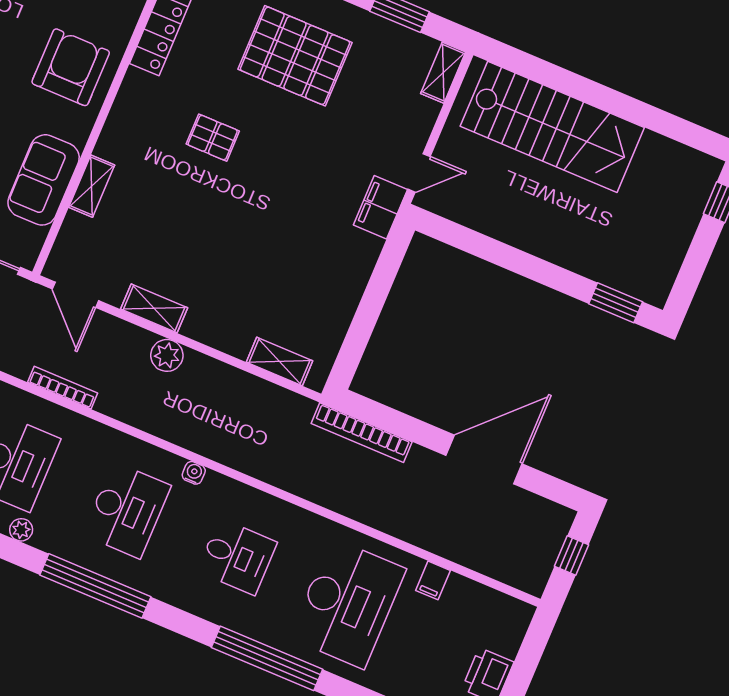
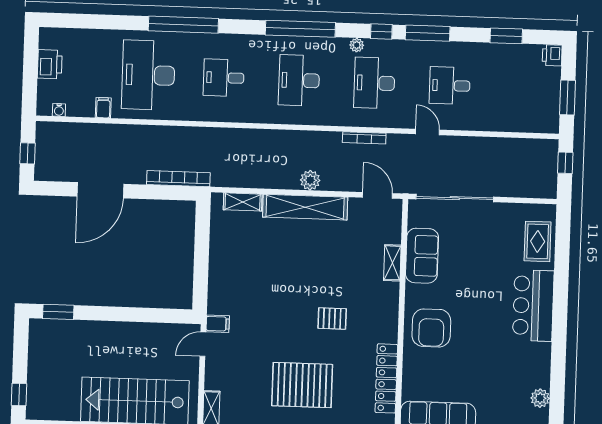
filing cabinet: (380, 207) -> (218, 324), width x0.50
shelving: (154, 308) -> (305, 207), width x2.20, depth x1.33
water cooler: (194, 473) -> (59, 110), moved

